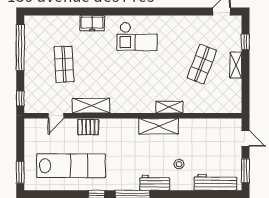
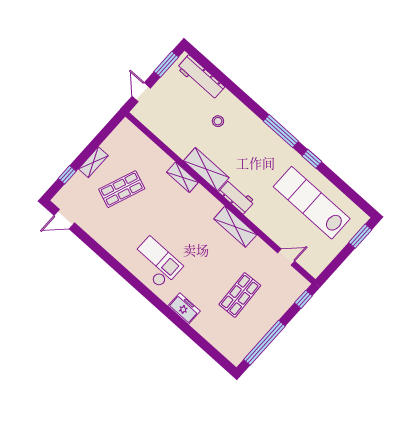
shelving: (91, 106) -> (235, 227), moved
pallet: (88, 127) -> (267, 223), removed
workbench: (155, 183) -> (236, 197), moved, turned 180

